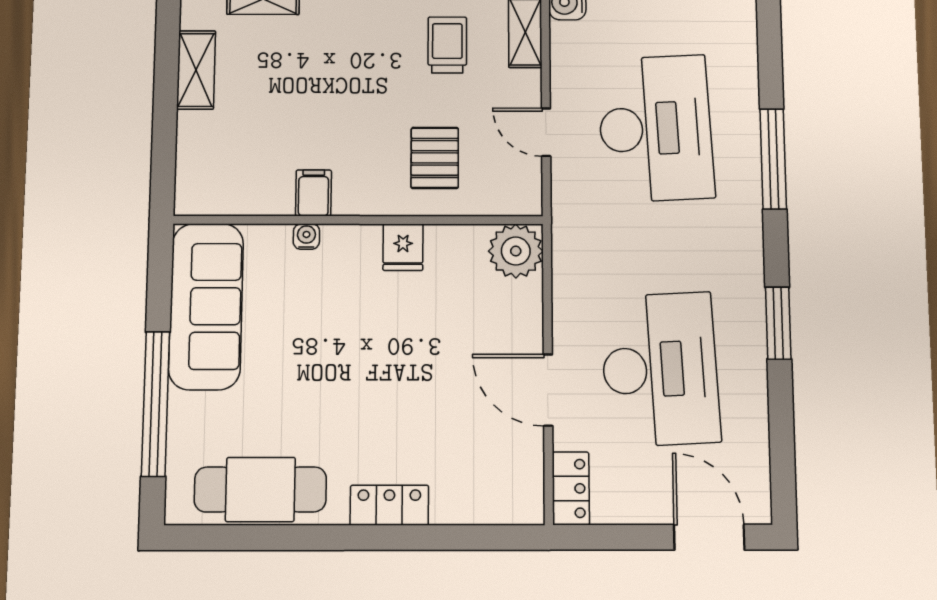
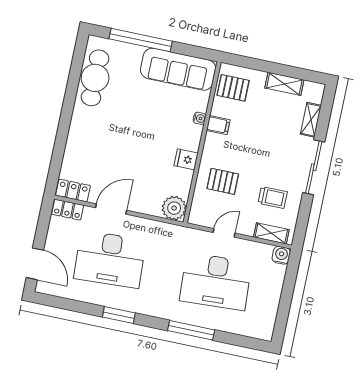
pallet: (225, 178) -> (233, 88), added
locker: (389, 505) -> (73, 190), moved, turned -90
door: (709, 537) -> (35, 264), hinge flipped

